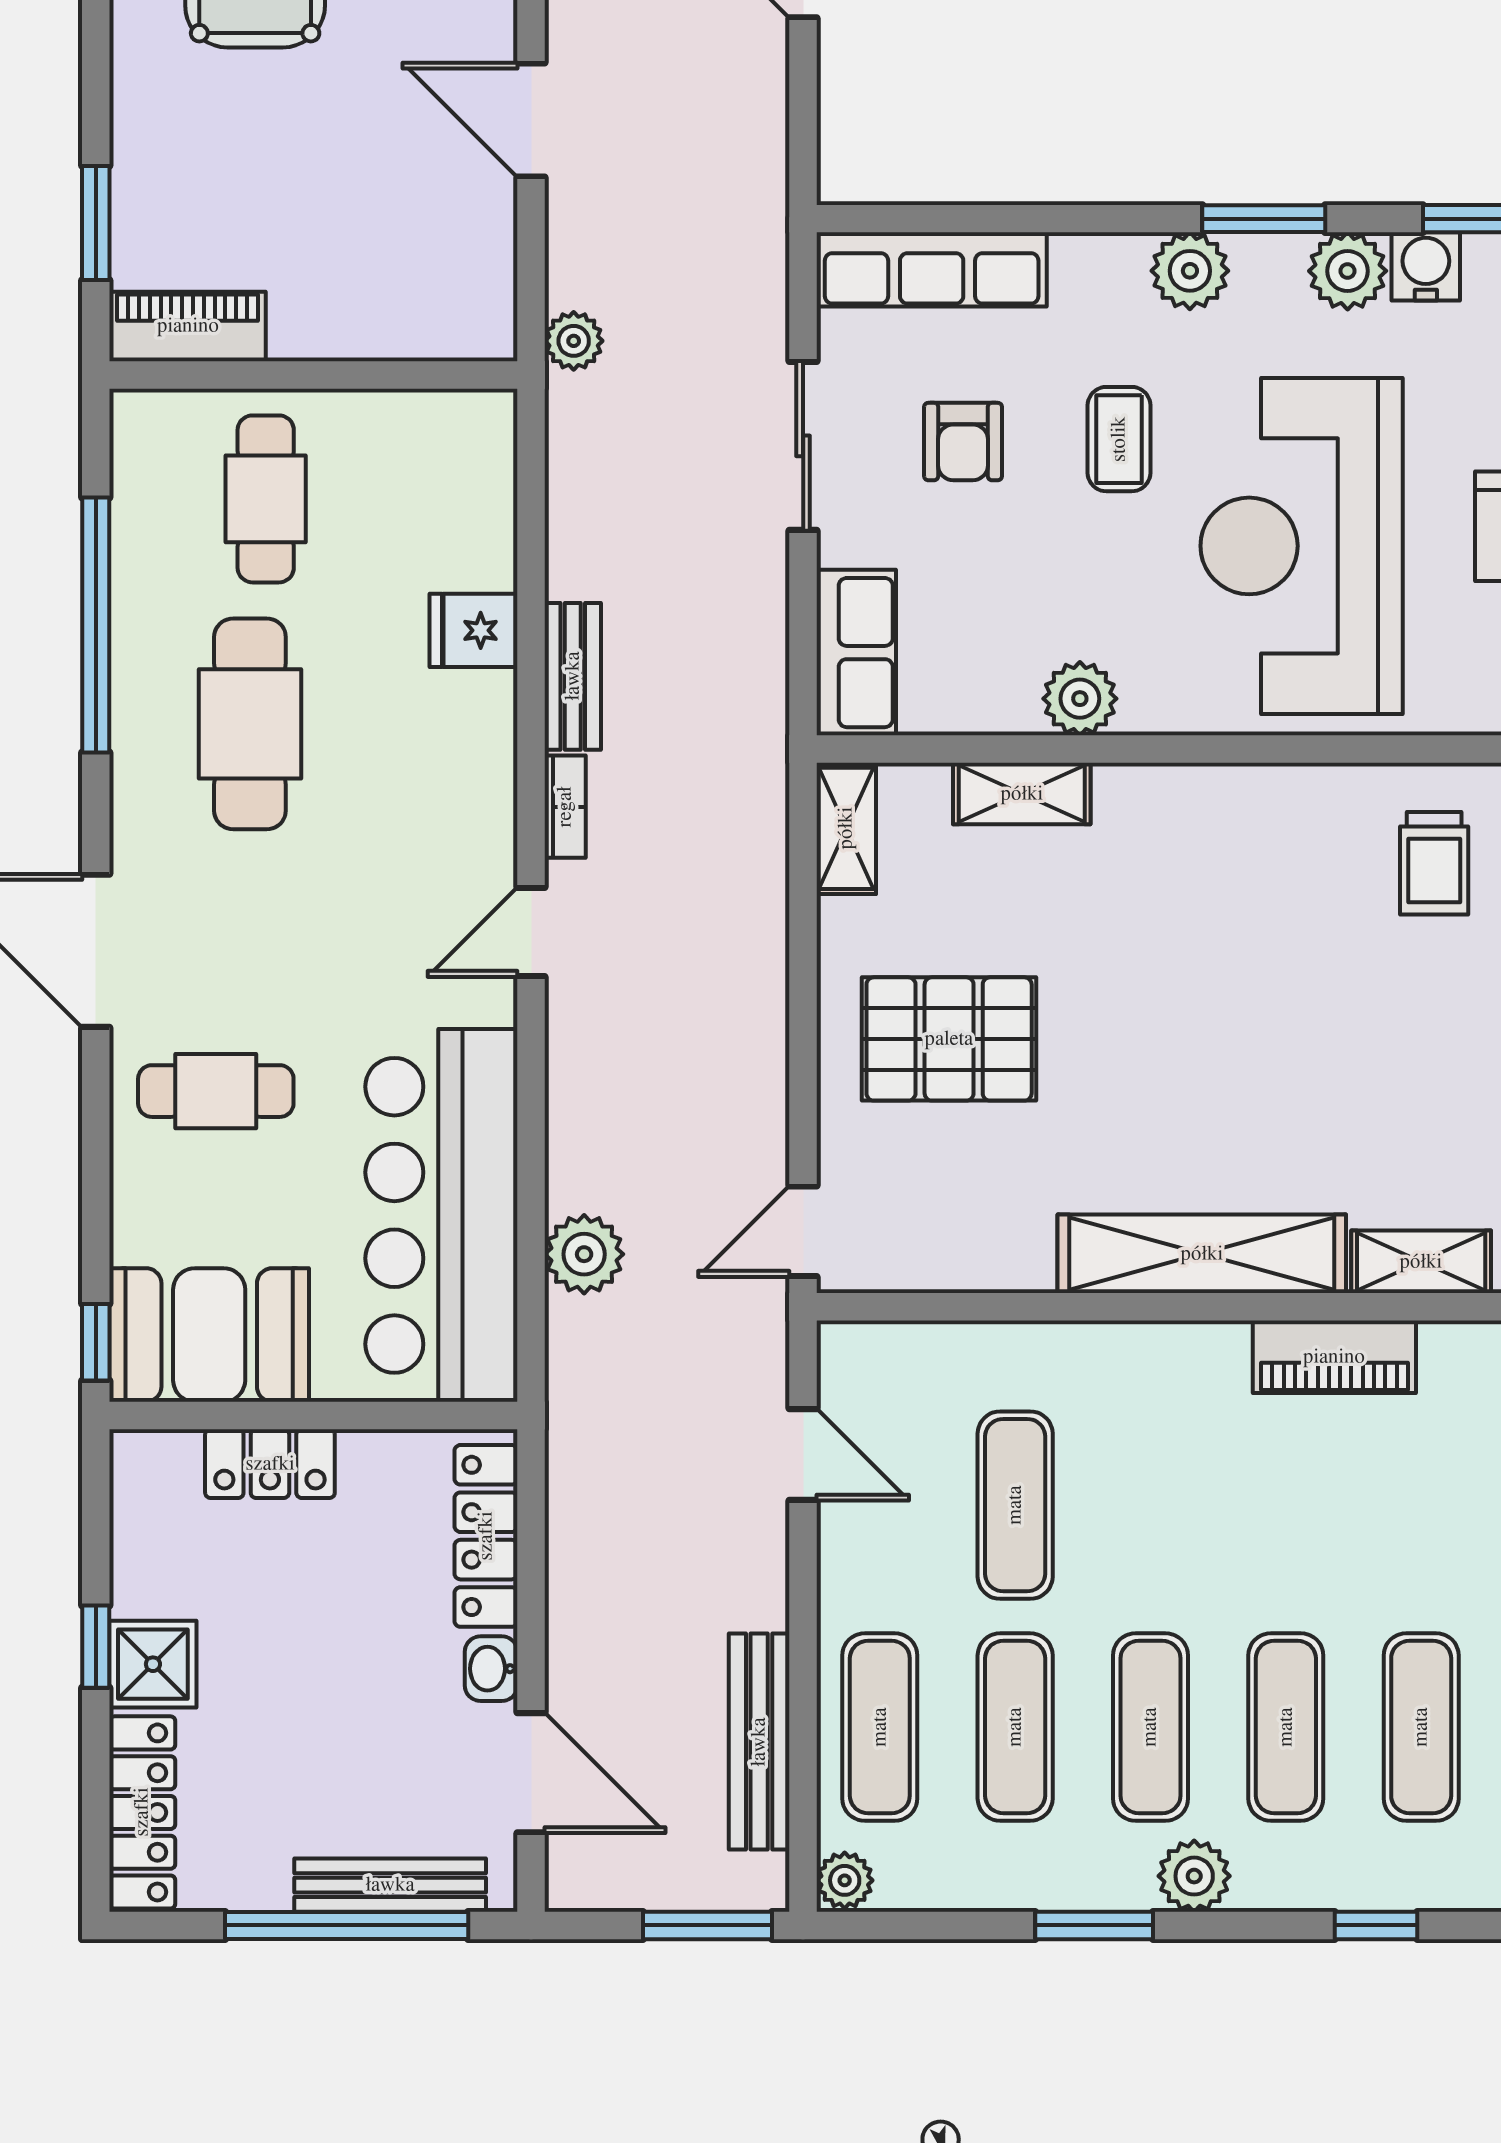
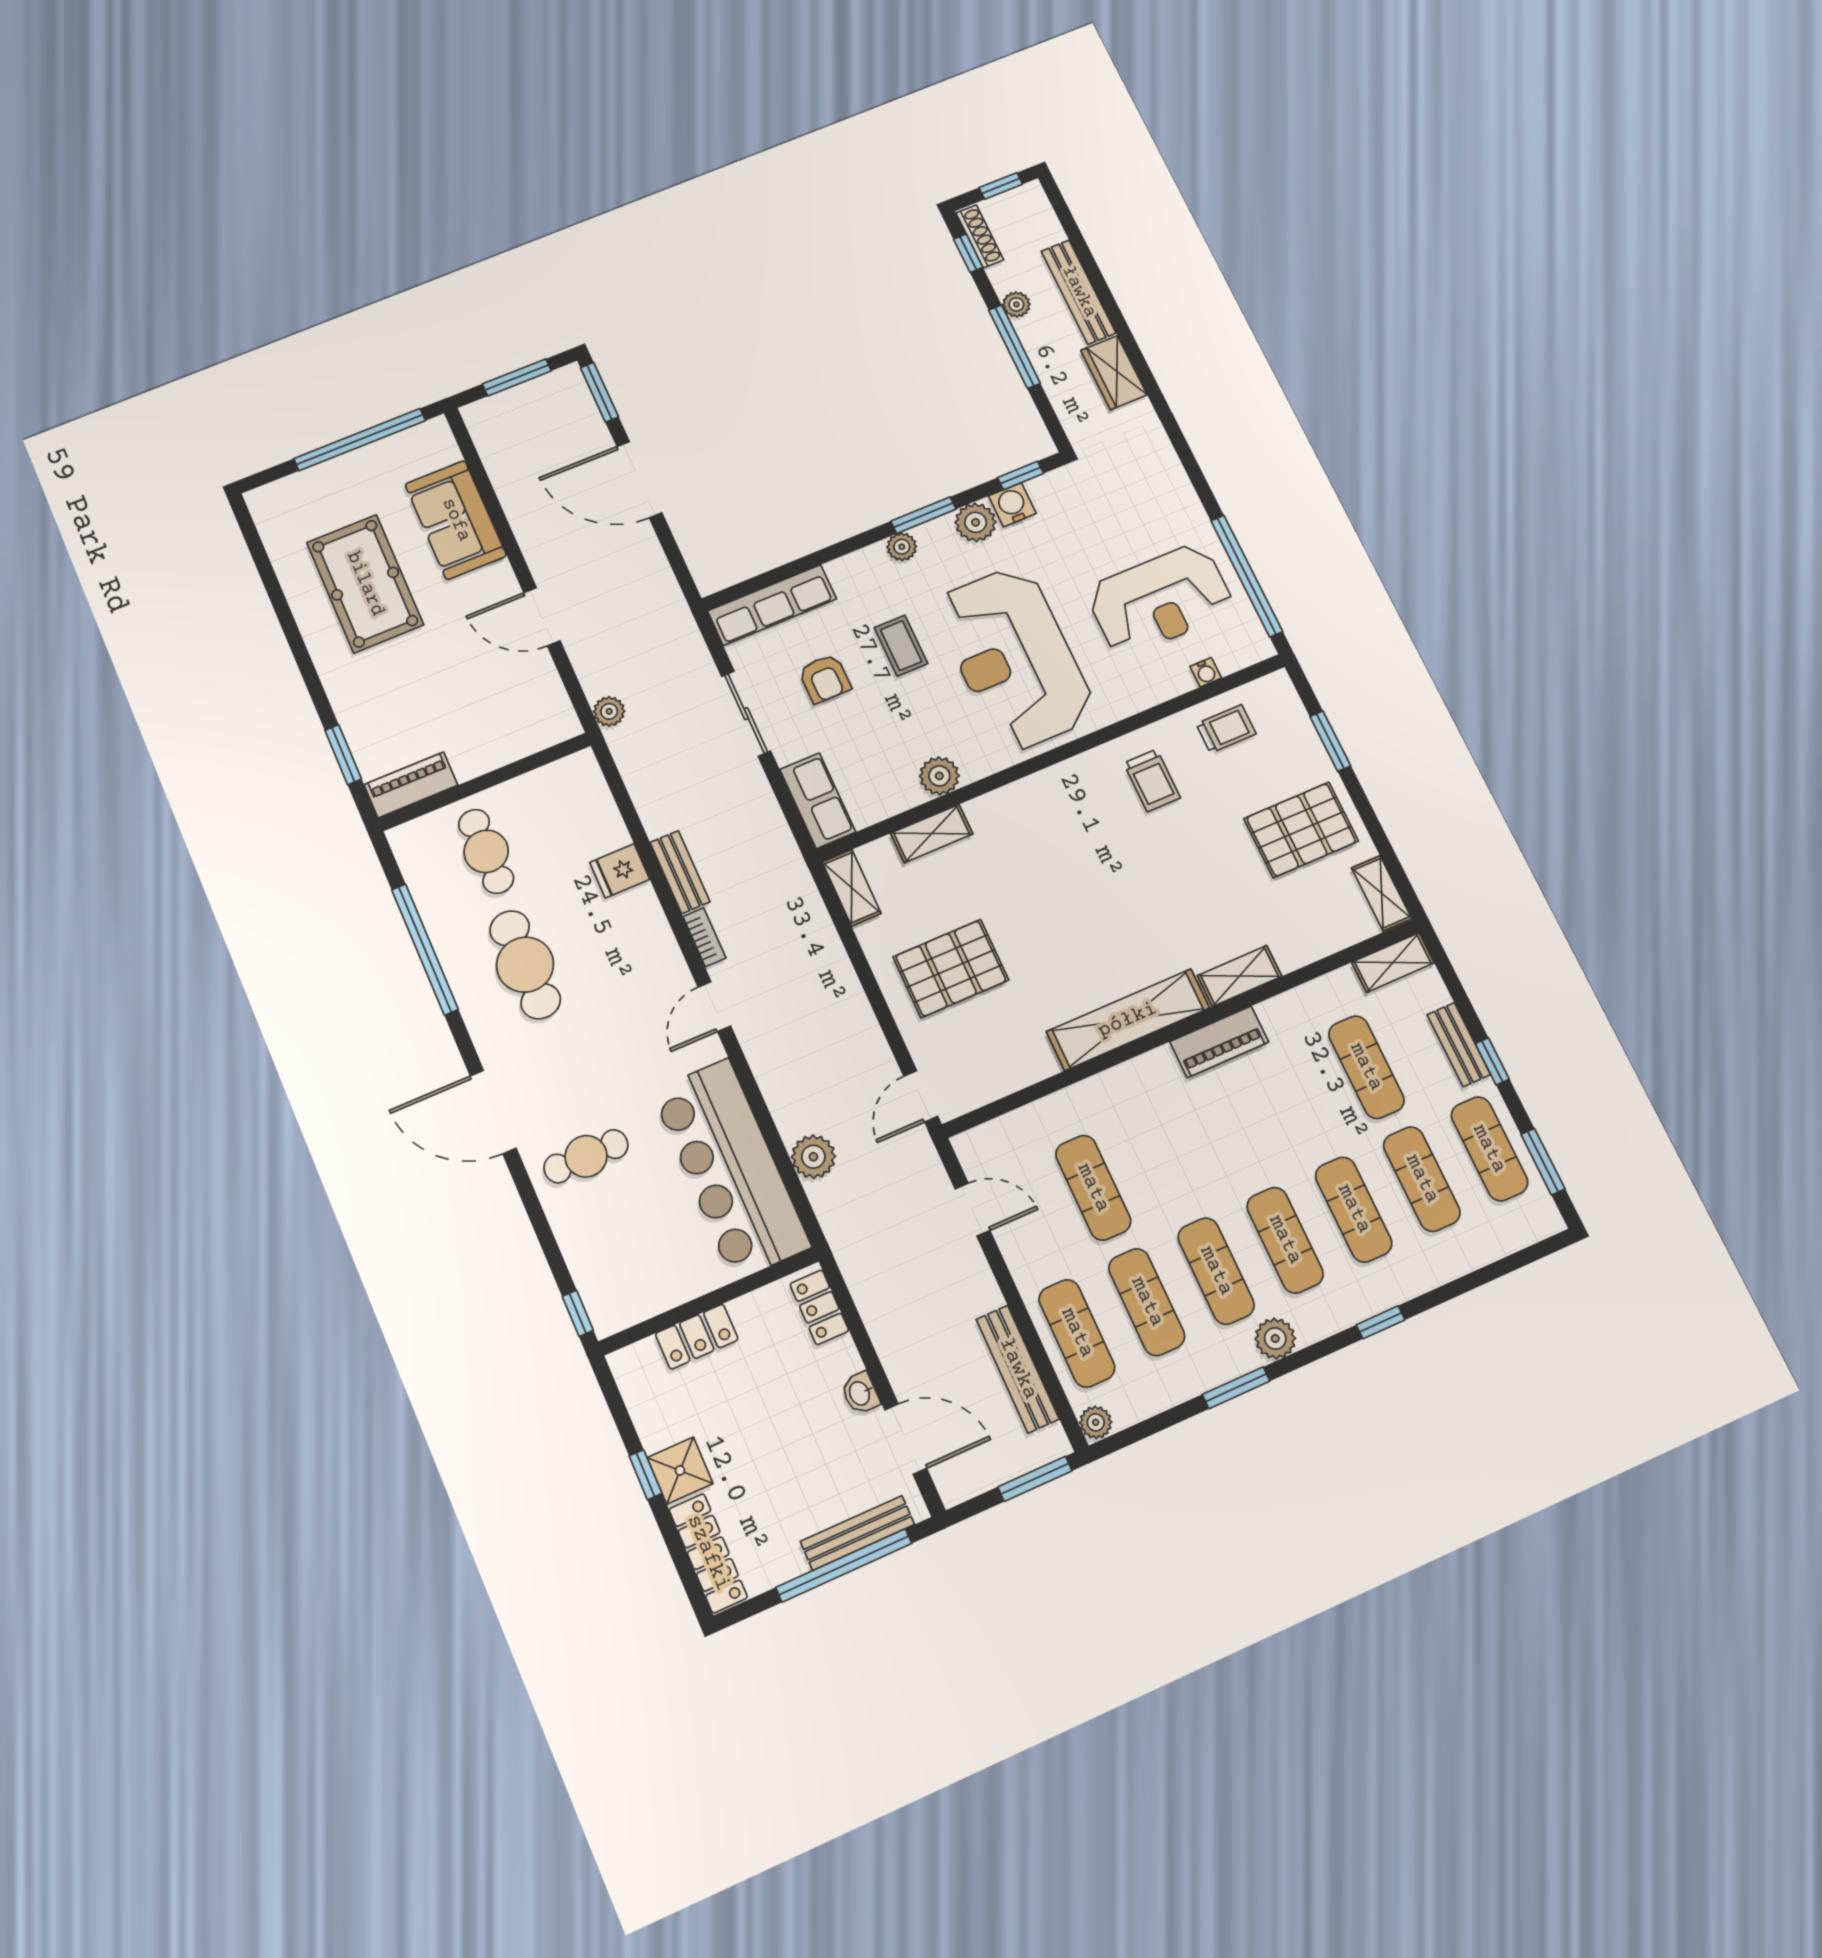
plant: (1190, 271) -> (902, 547), width x0.73, depth x0.73
booth: (209, 1335) -> (636, 1283), removed
locker: (486, 1536) -> (819, 1307), width x0.66

